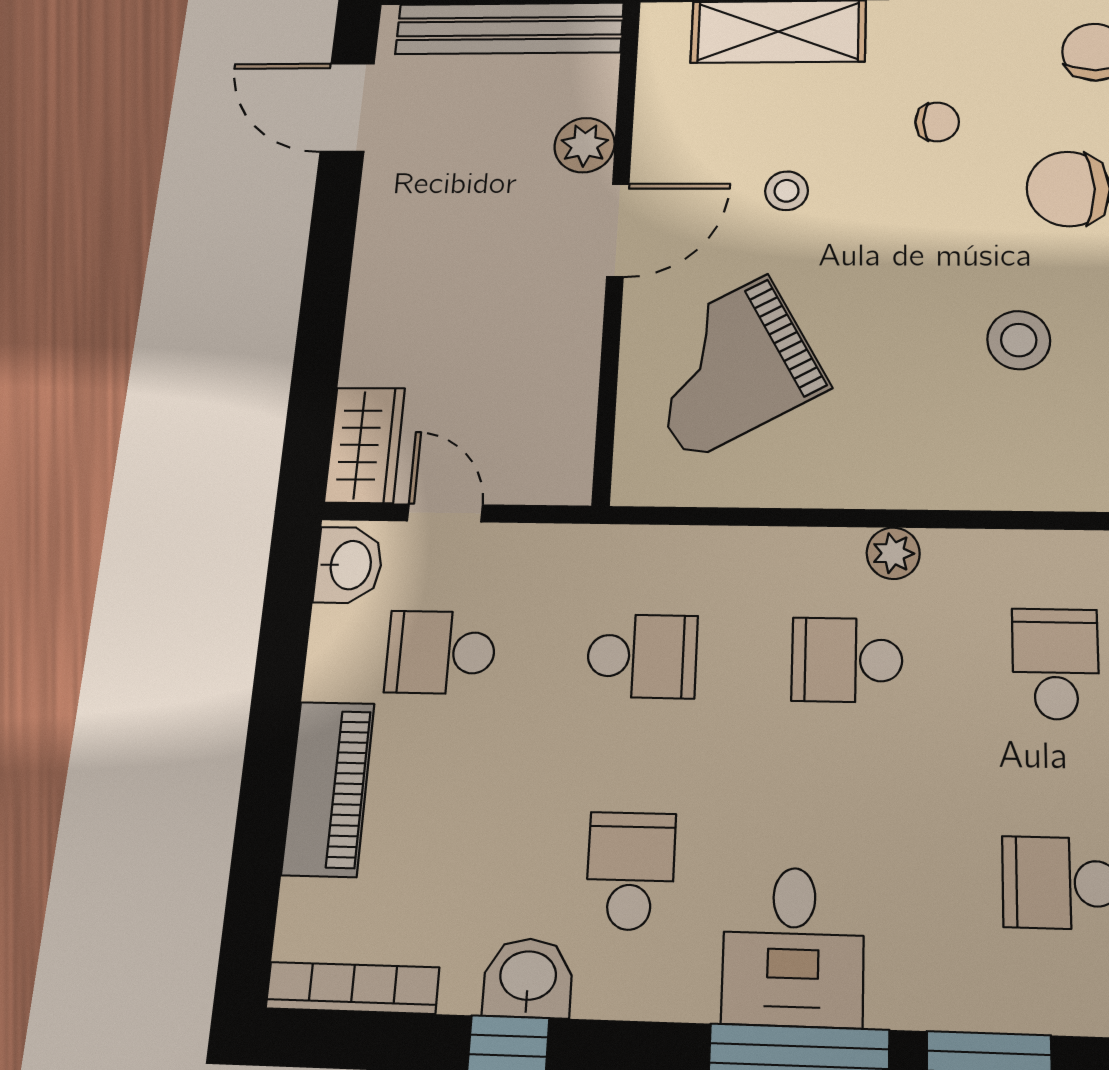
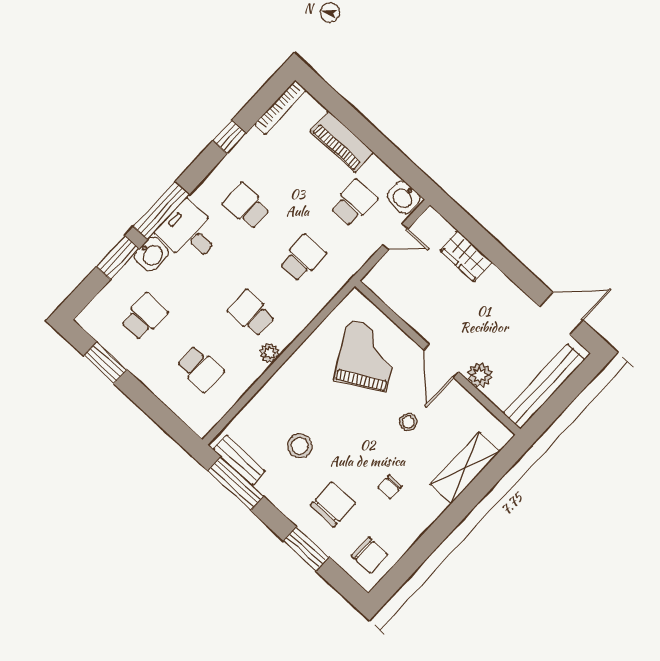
wardrobe: (365, 445) -> (466, 256), moved
school desk: (642, 656) -> (303, 258), turned 180
school desk: (847, 660) -> (251, 314), turned -90
school desk: (631, 871) -> (246, 206), turned 180
washbasin: (528, 978) -> (151, 254), moved

